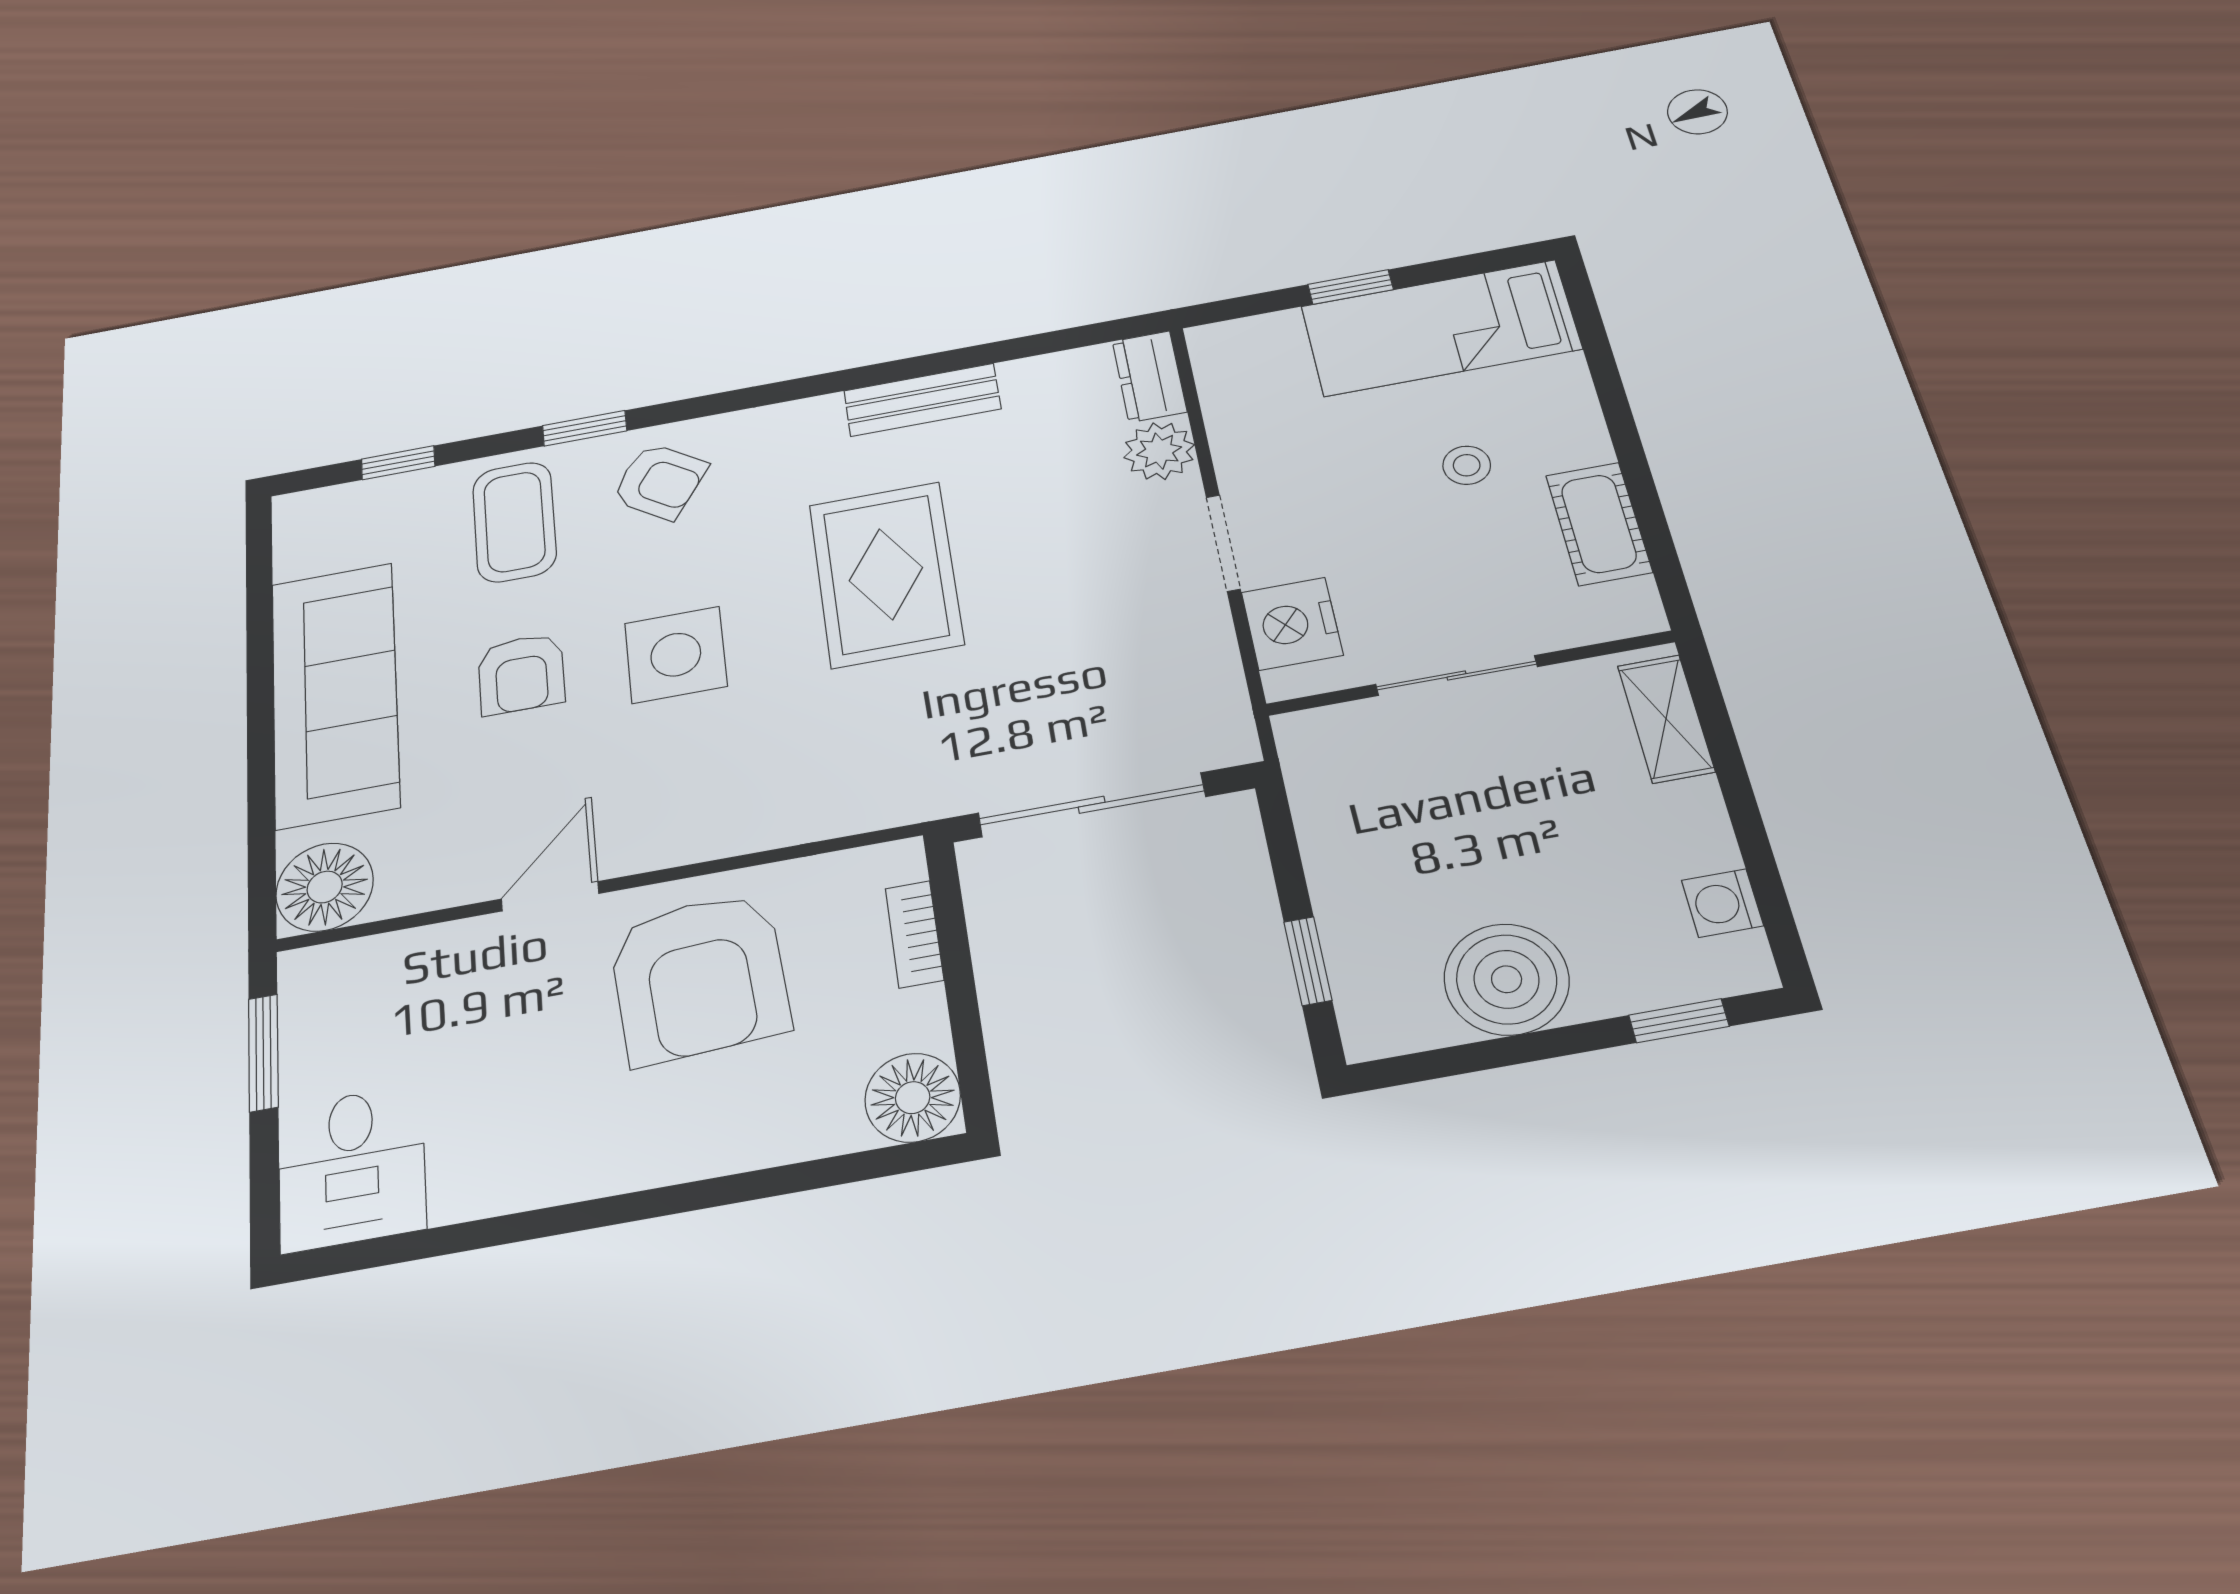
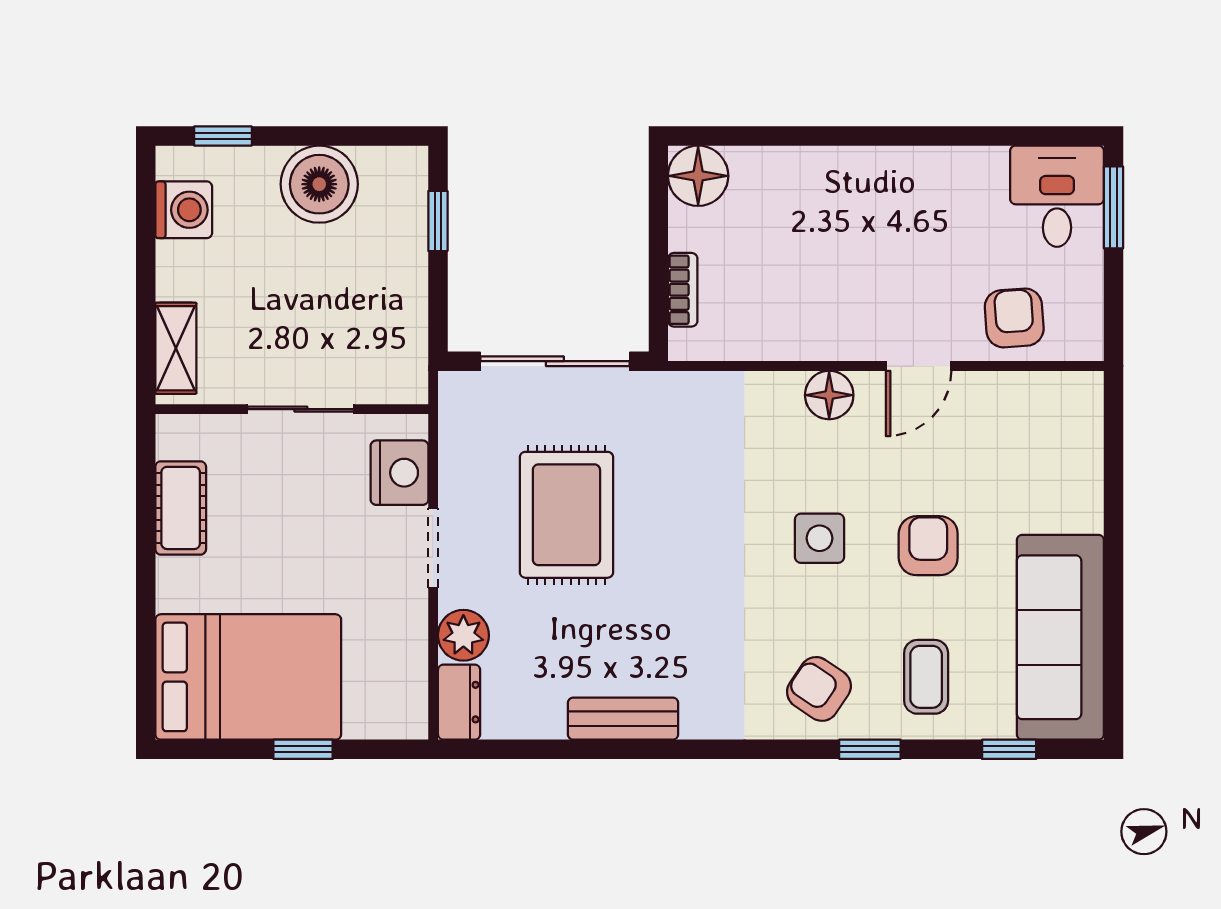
bed: (1441, 328) -> (248, 677), width x1.50
stool: (1467, 465) -> (257, 576), removed
coffee table: (514, 522) -> (926, 677), width x0.73, depth x0.77
rug: (886, 574) -> (566, 515), moved
side table: (676, 655) -> (819, 538), width x0.73, depth x0.73
sofa: (335, 694) -> (1060, 637), moved
floor lamp: (325, 887) -> (829, 395), moved, width x0.73, depth x0.73
washing machine: (1722, 903) -> (184, 210), width x1.38, depth x1.38
armchair: (699, 977) -> (1014, 318), moved, width x0.53, depth x0.53
window: (263, 1053) -> (1114, 207), moved

